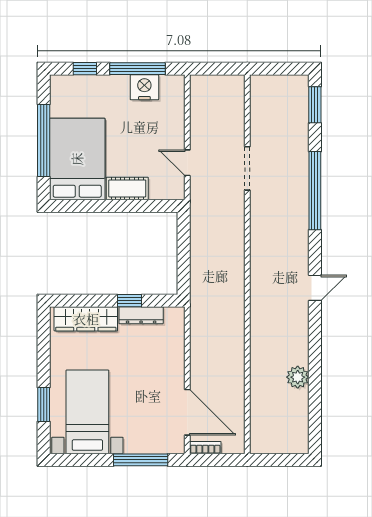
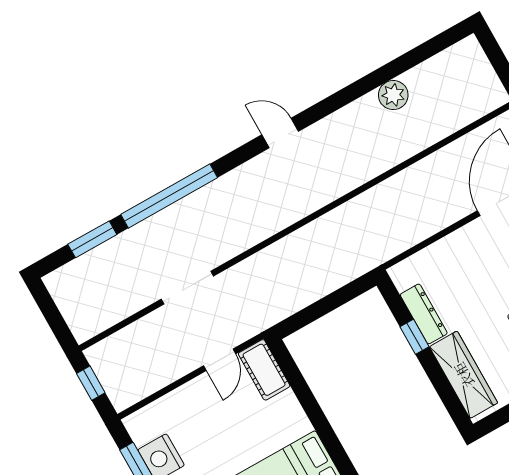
window: (220, 69) -> (91, 383), added
window: (315, 105) -> (92, 239), moved
cot: (127, 188) -> (264, 370), moved

